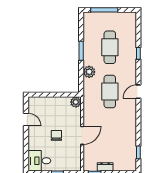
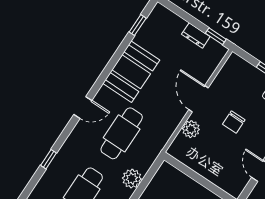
plant: (76, 102) -> (191, 129), moved
booth: (126, 126) -> (131, 72), added
door: (82, 135) -> (199, 99), hinge flipped

